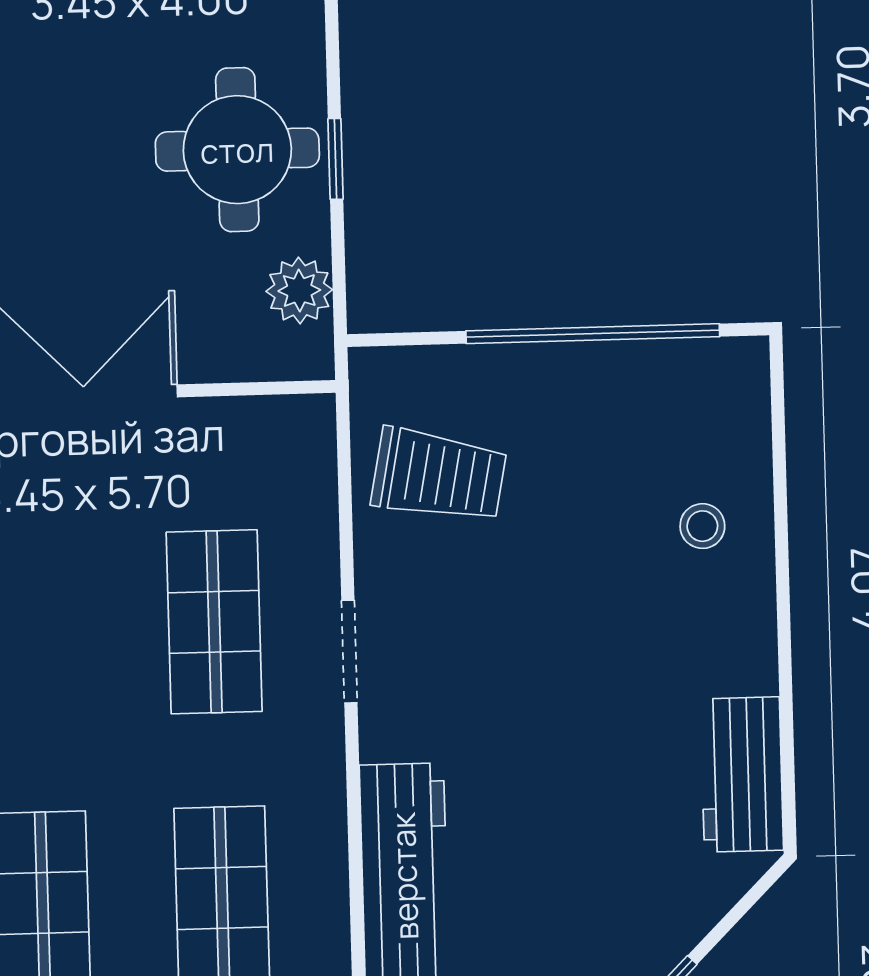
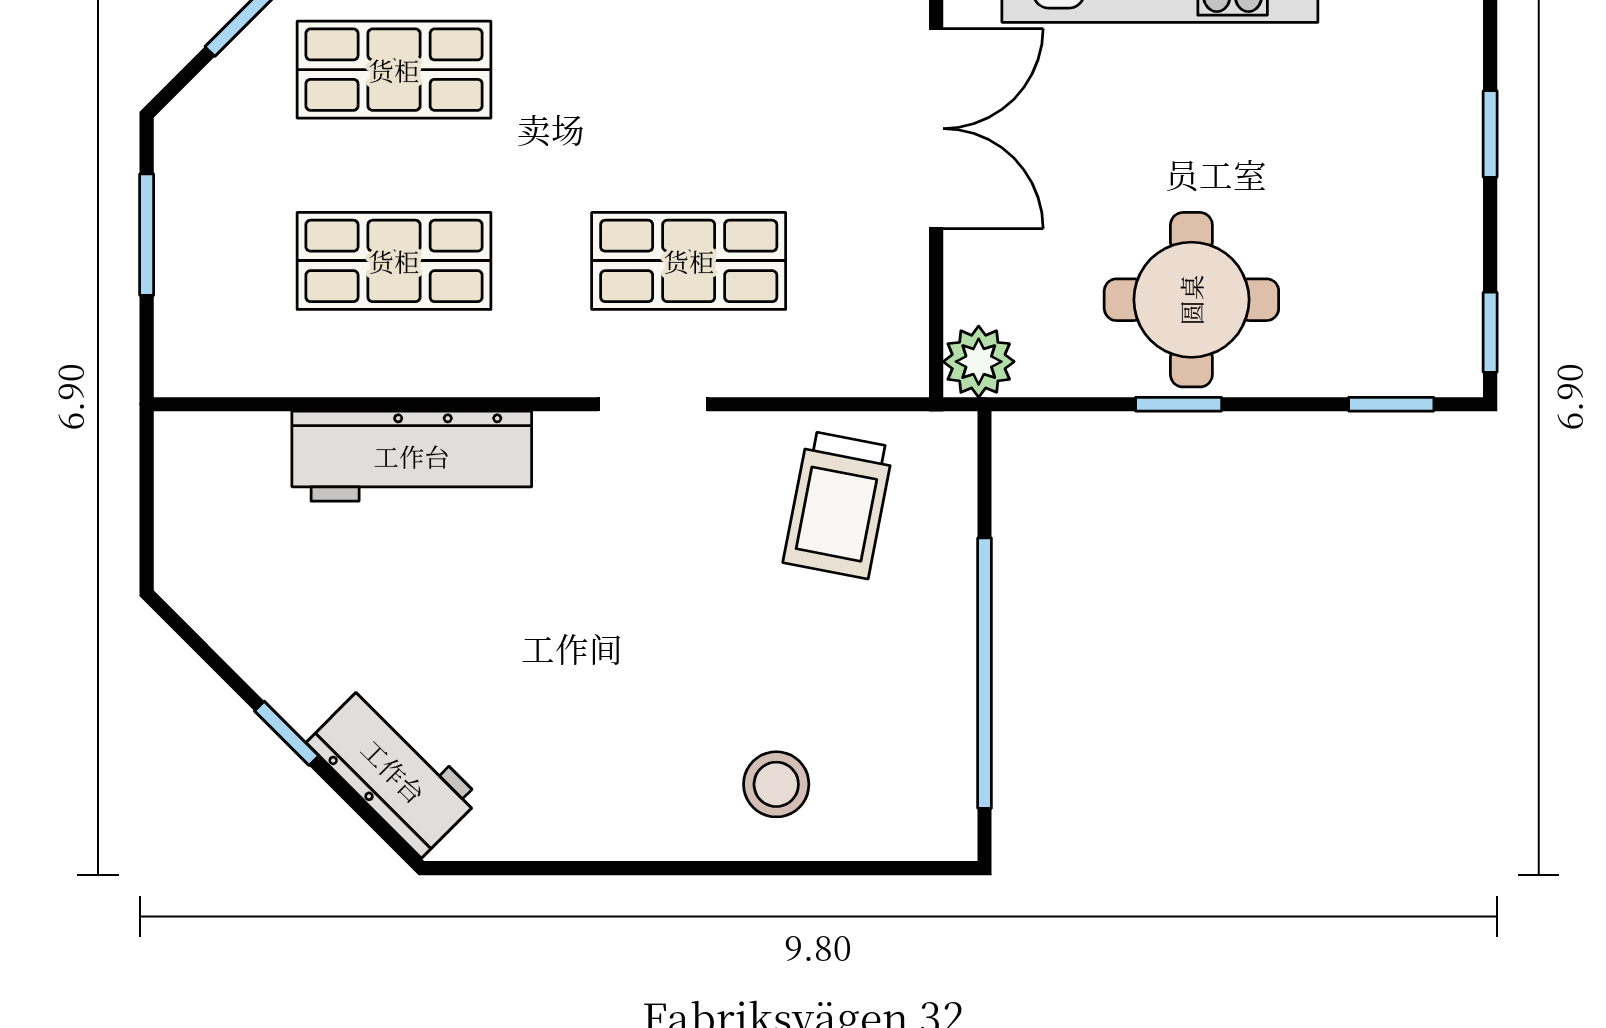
plant: (299, 290) -> (979, 362), moved
stool: (702, 526) -> (776, 784), width x1.37, depth x1.37
workbench: (742, 774) -> (394, 771), moved, turned 45

